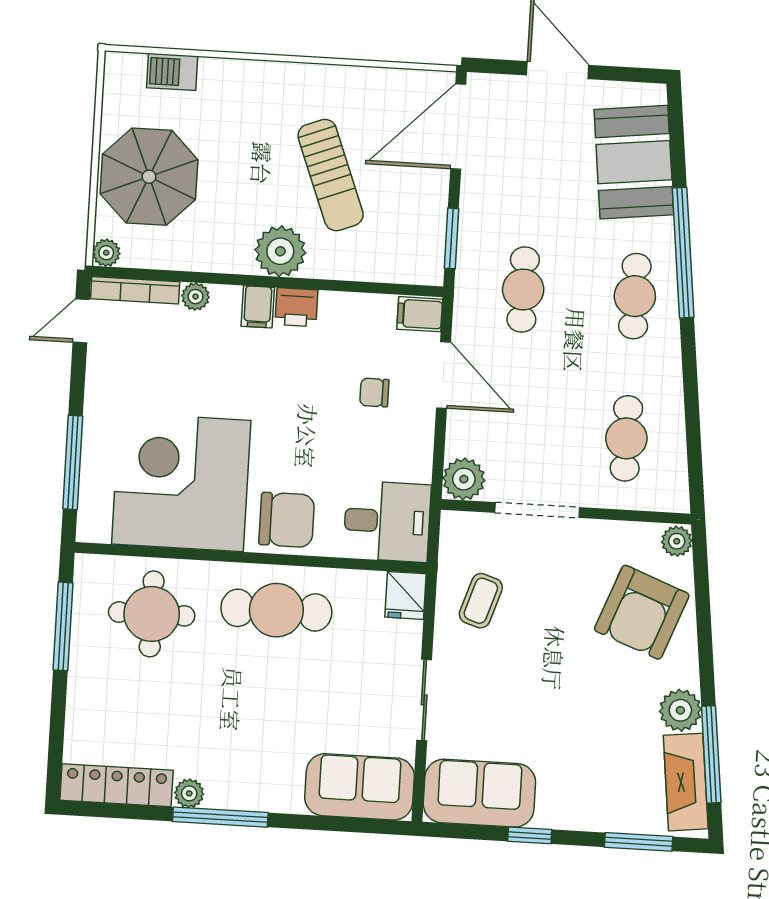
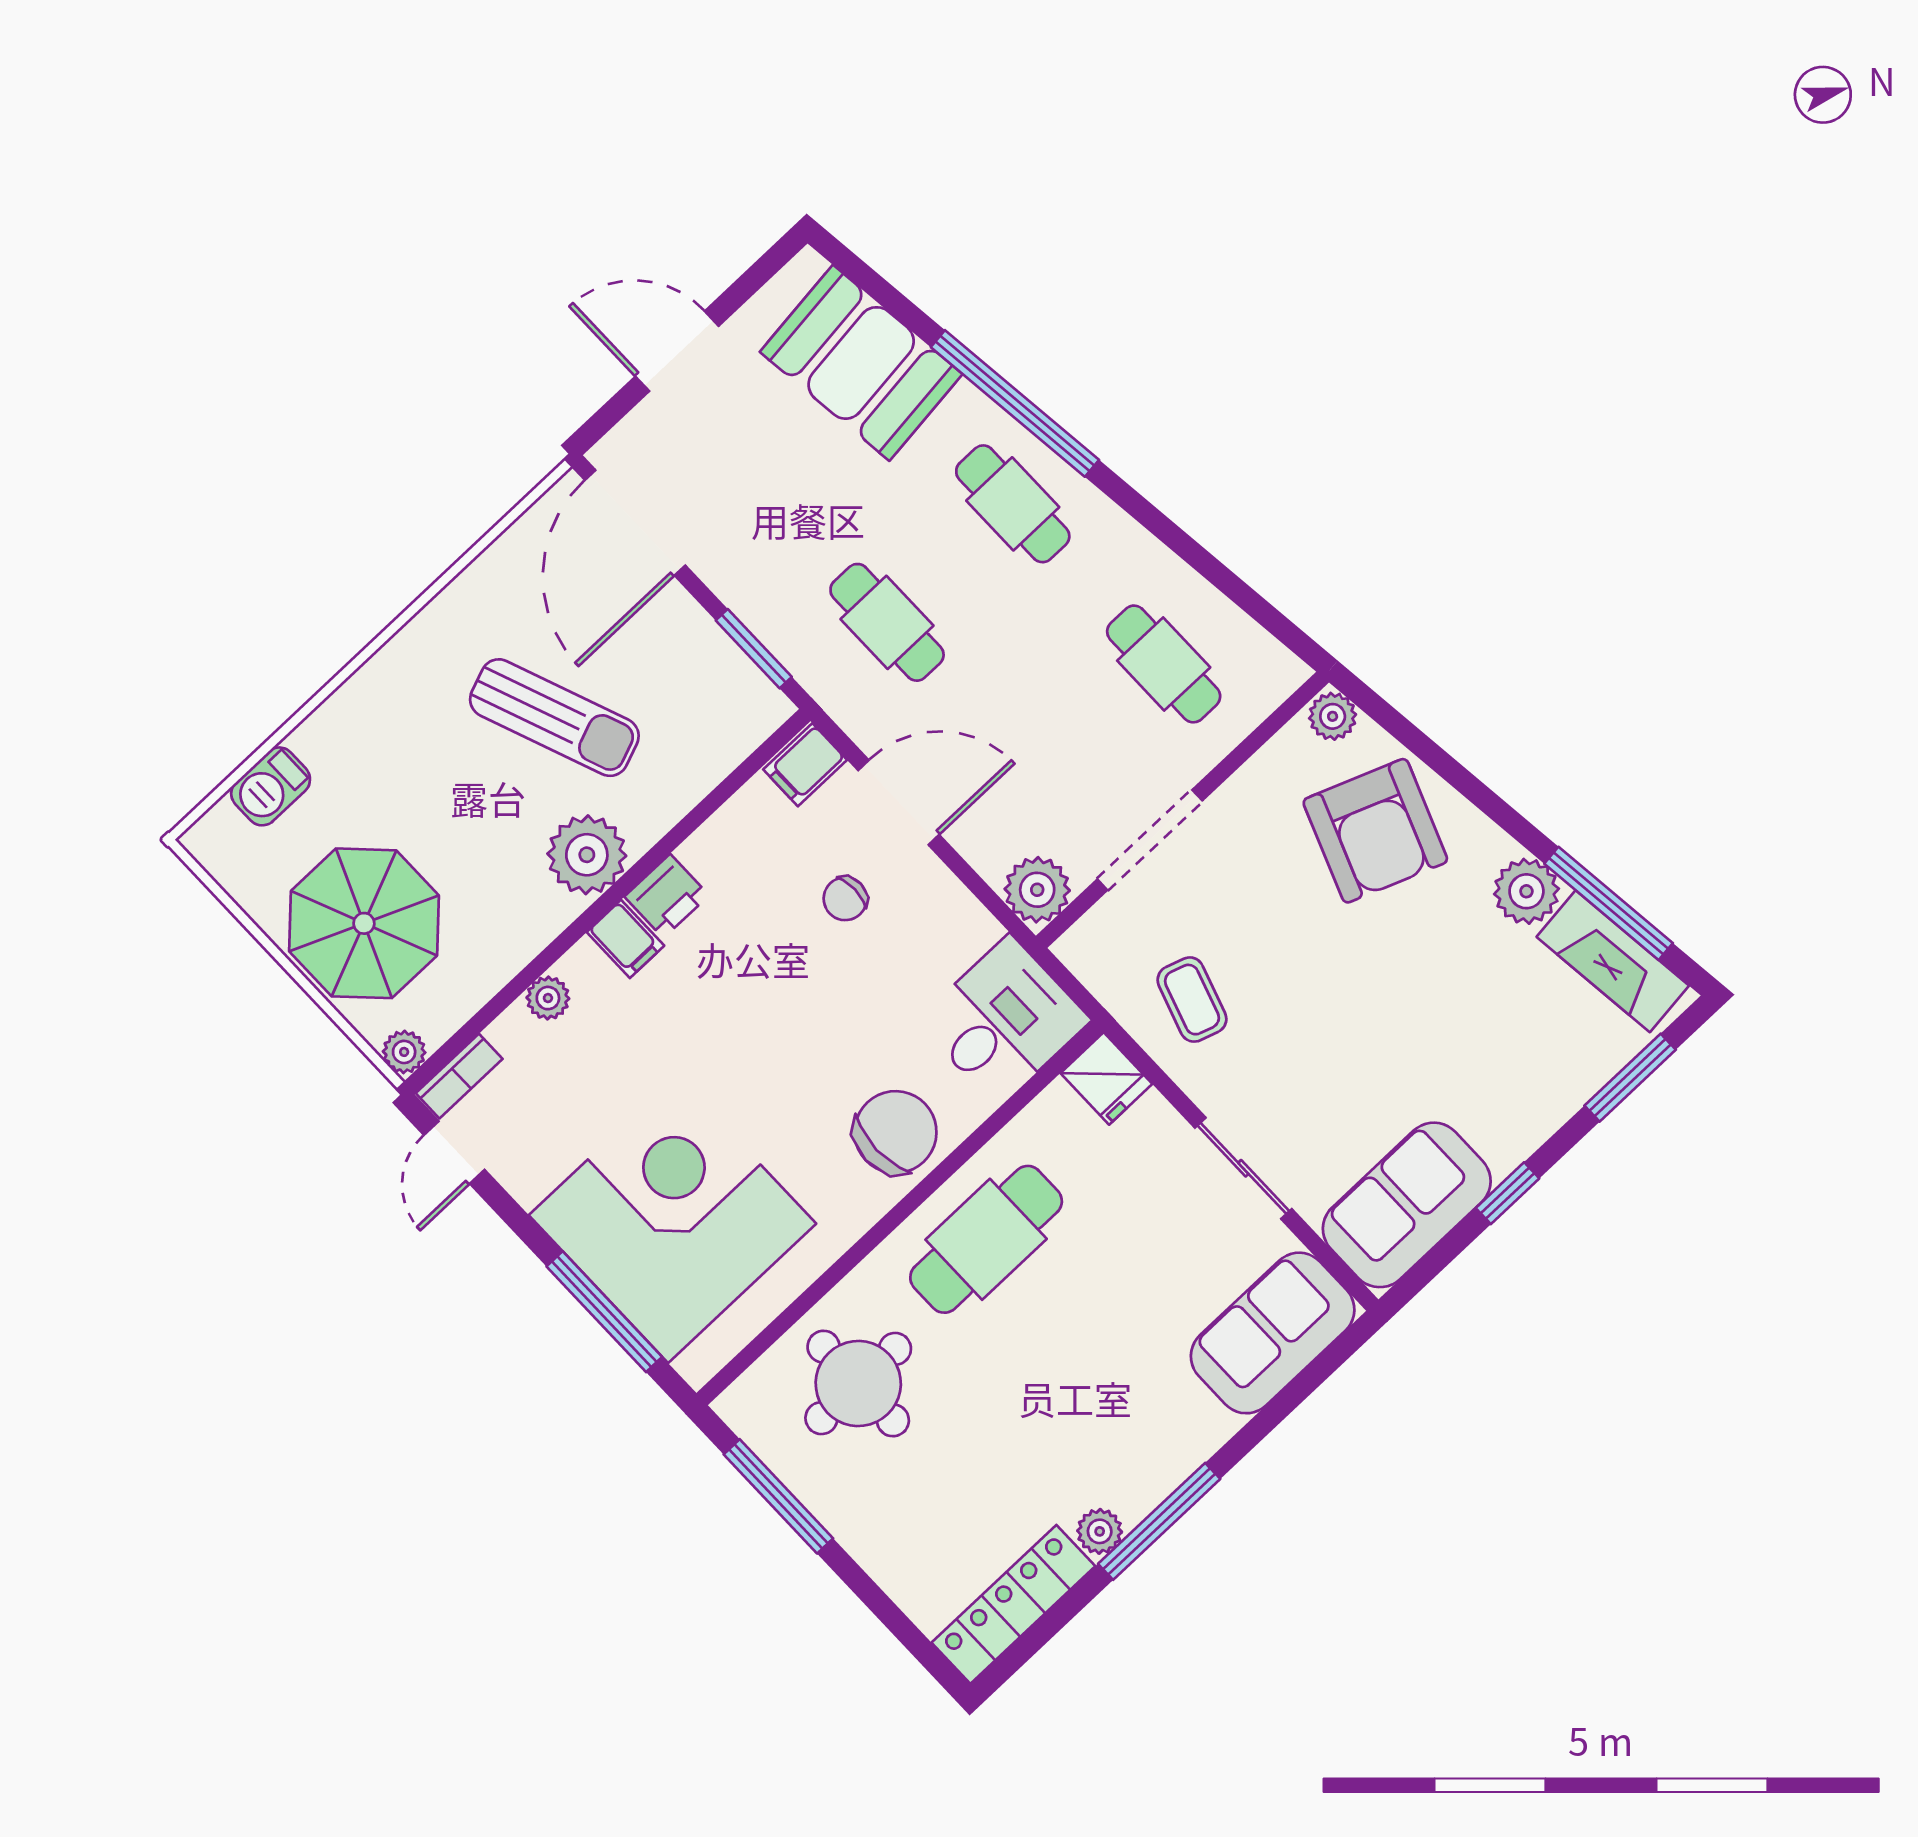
bookcase: (135, 290) -> (459, 1076), width x0.64
corner desk: (181, 482) -> (672, 1219), moved, turned 90

